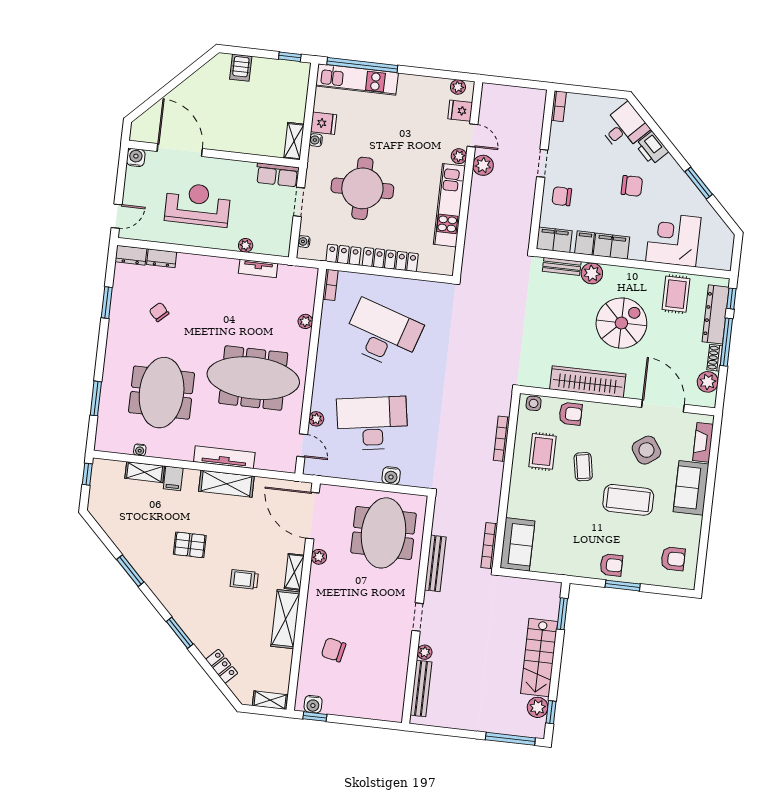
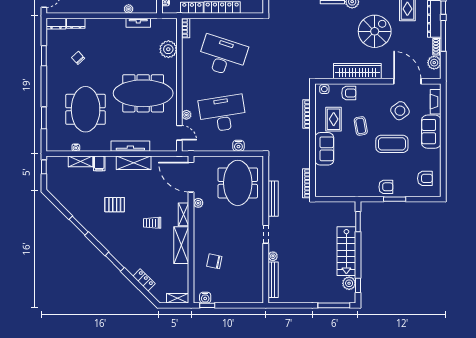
plant: (305, 321) -> (168, 49), width x1.87, depth x1.87
sofa: (517, 544) -> (324, 149), moved

